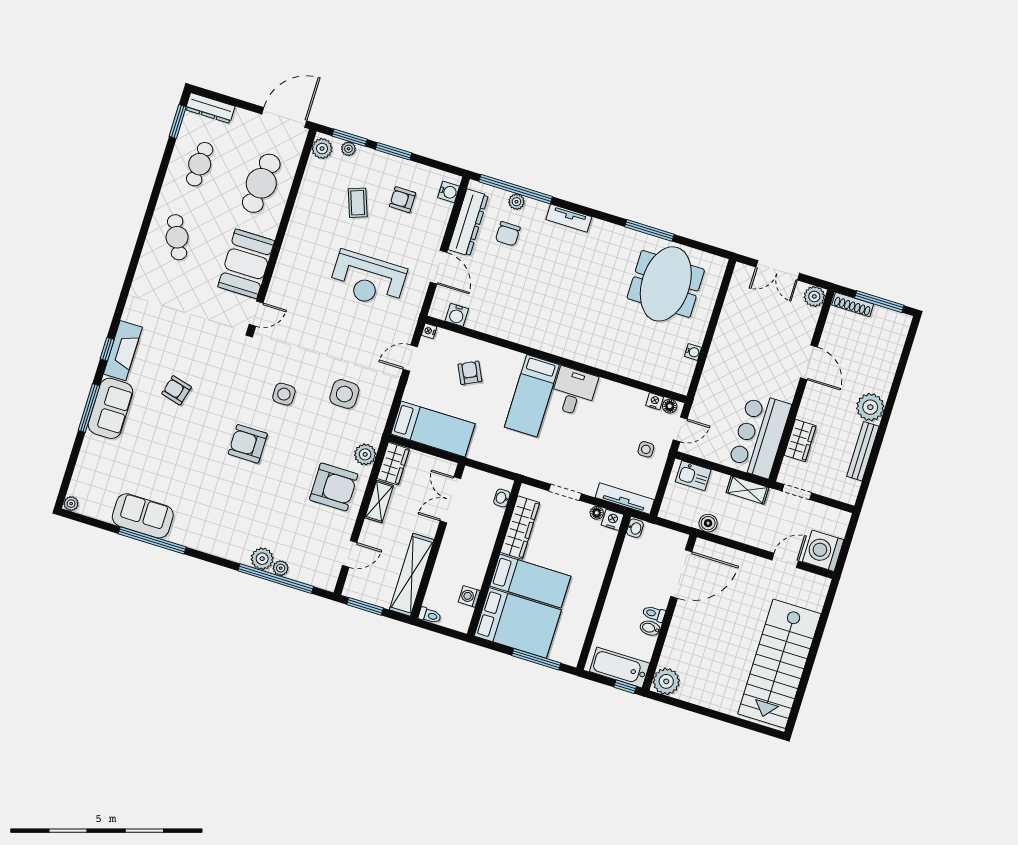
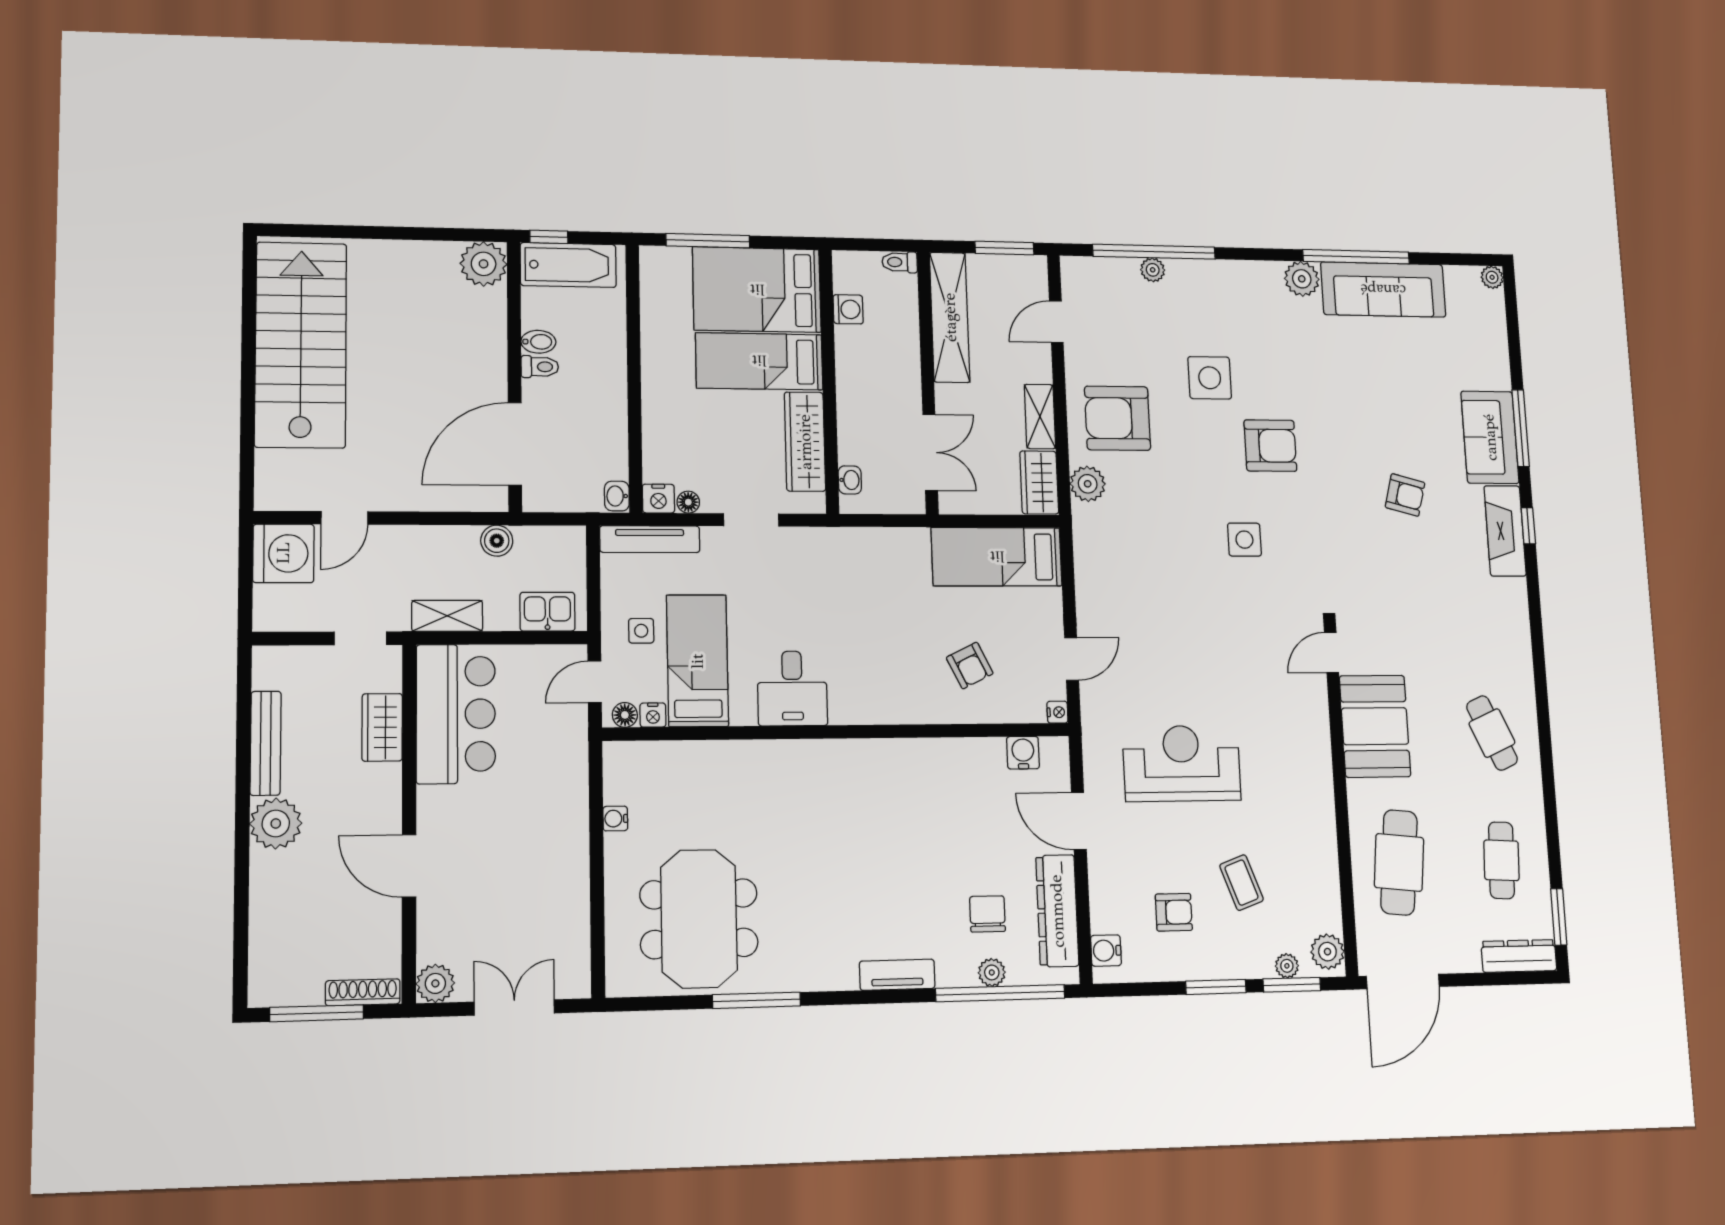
side table: (344, 394) -> (1210, 378), moved
bed: (532, 396) -> (697, 661), moved
sofa: (143, 516) -> (1383, 290), width x1.36
plant: (262, 559) -> (1302, 279), moved

